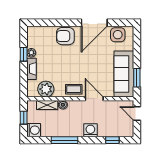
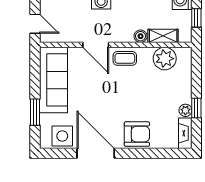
door: (94, 23) -> (96, 153), hinge flipped
fireplace: (31, 69) -> (185, 133), moved
window: (137, 78) -> (35, 112), moved

